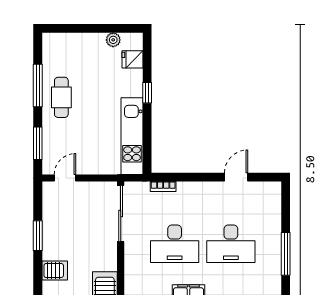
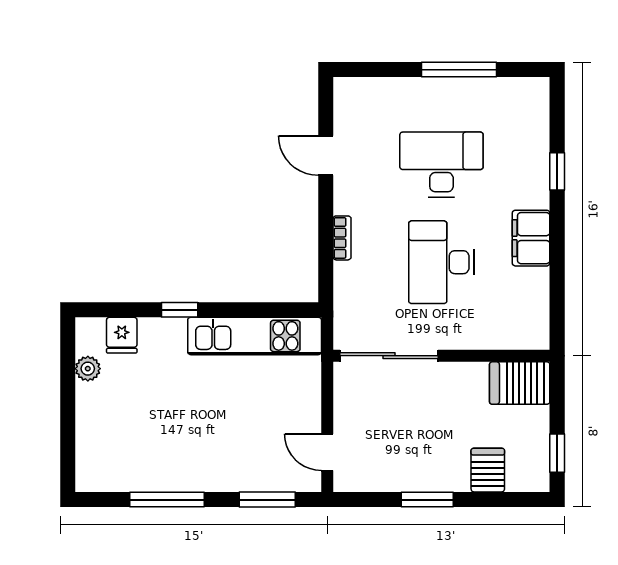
cafe table: (61, 97) -> (188, 459), removed
bookcase: (163, 186) -> (342, 238), moved
desk: (175, 244) -> (441, 262), turned 180
desk: (231, 244) -> (441, 165), turned -90

